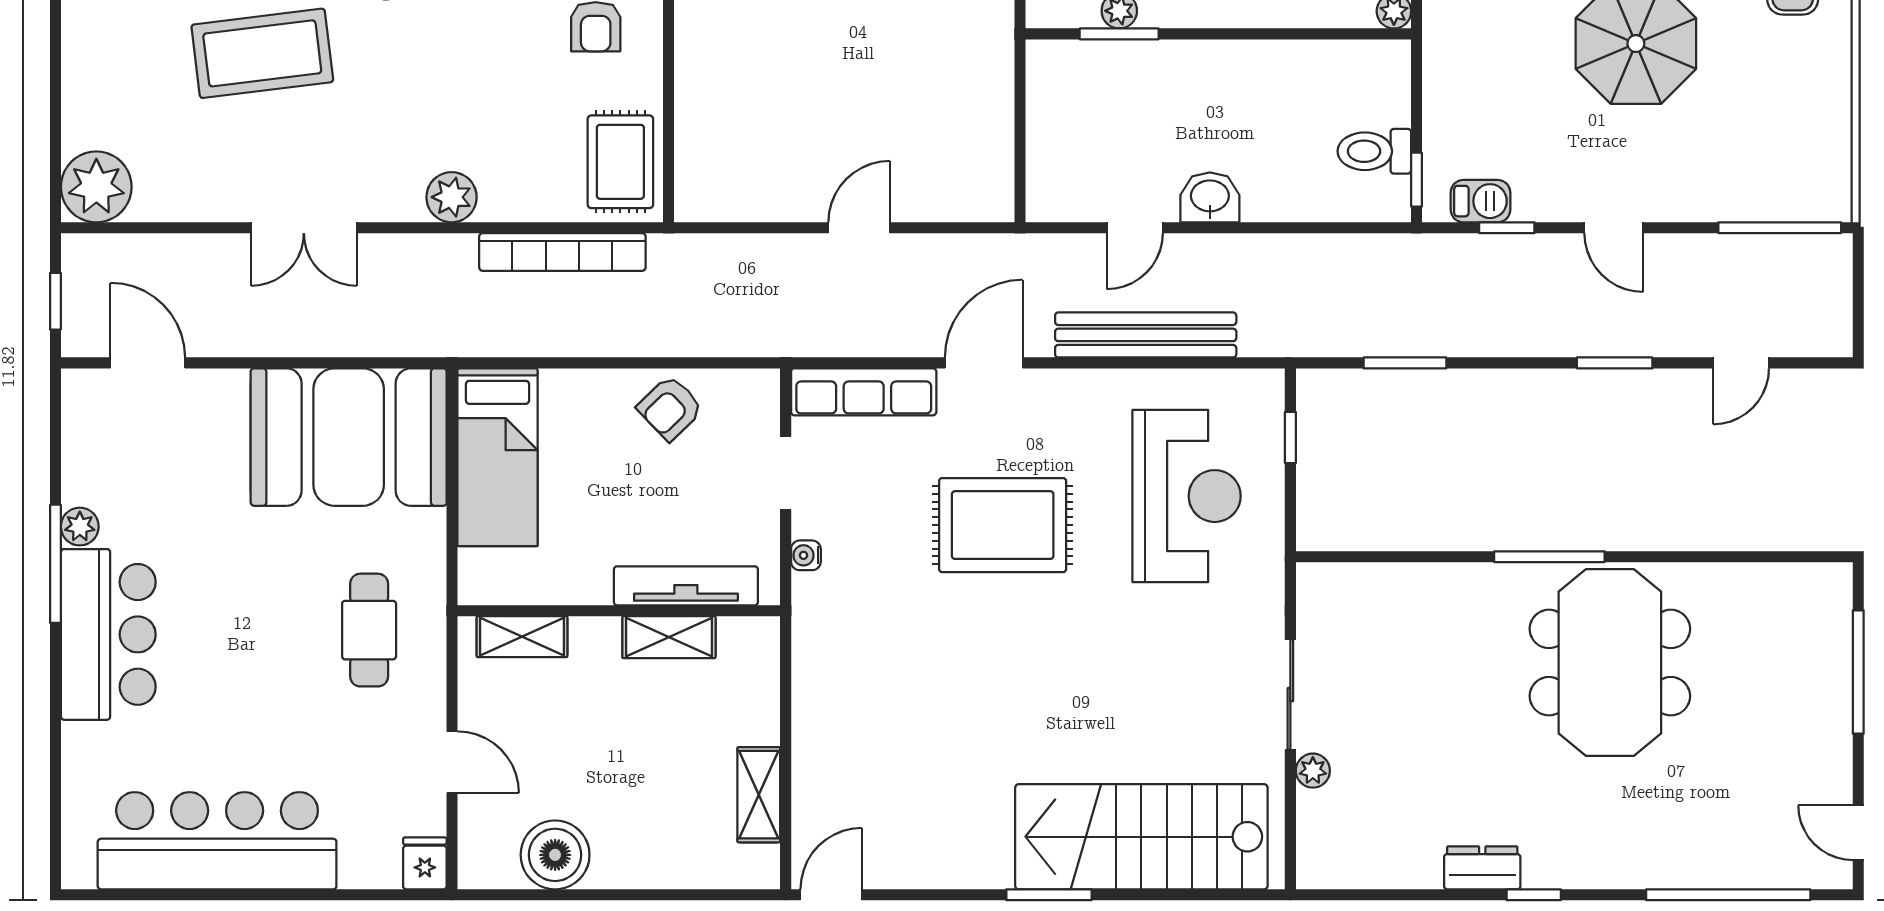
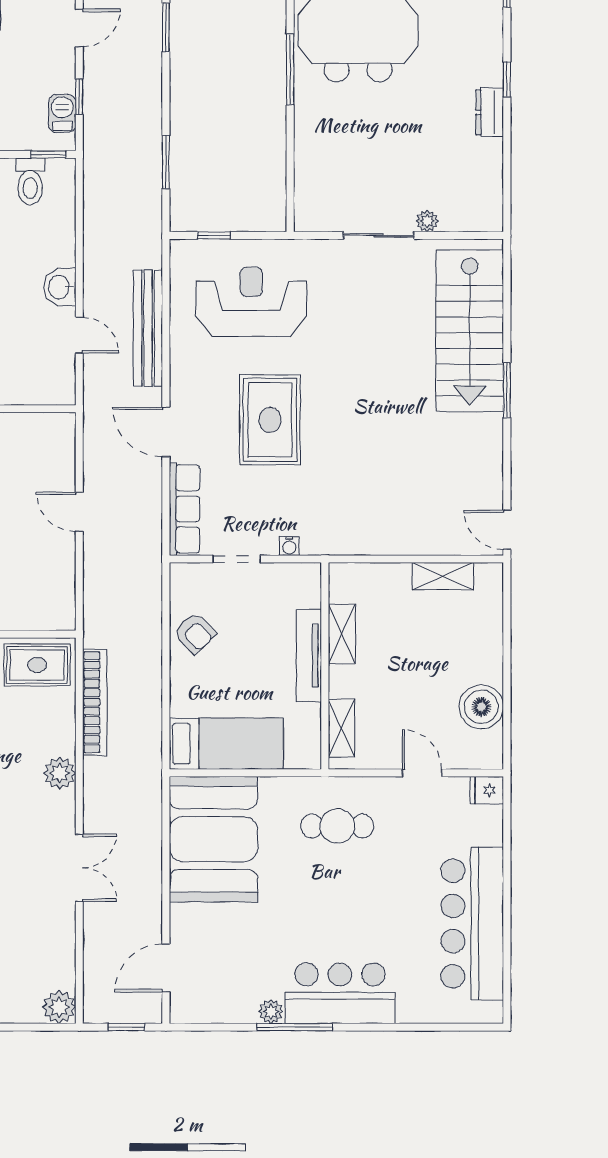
plant: (96, 187) -> (59, 1007), width x0.73, depth x0.73
tv unit: (686, 586) -> (309, 656), moved
door: (452, 762) -> (422, 773), hinge flipped

